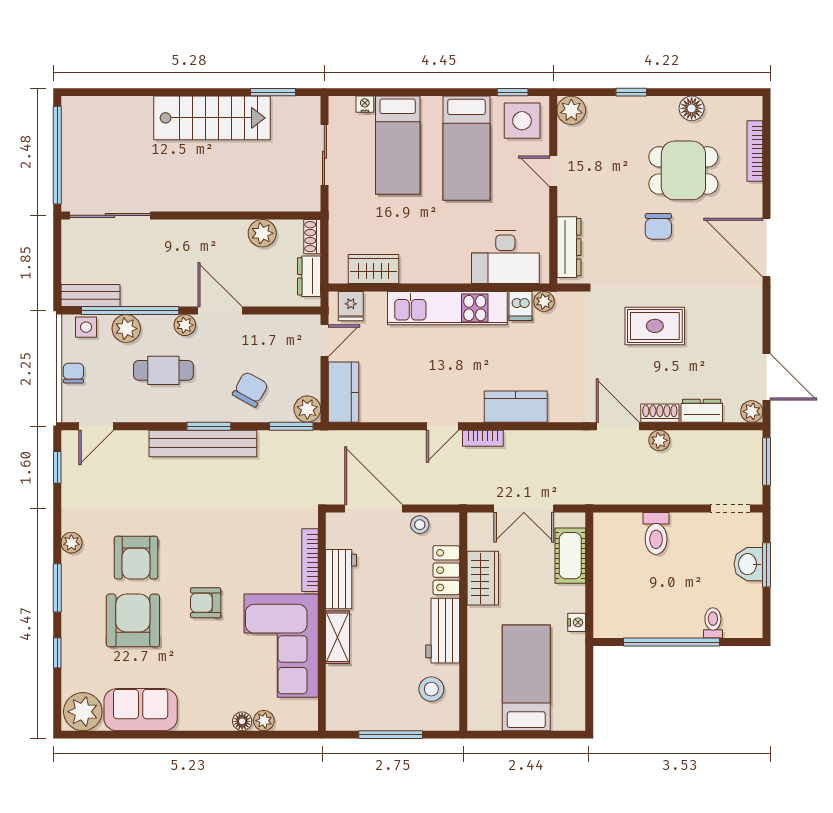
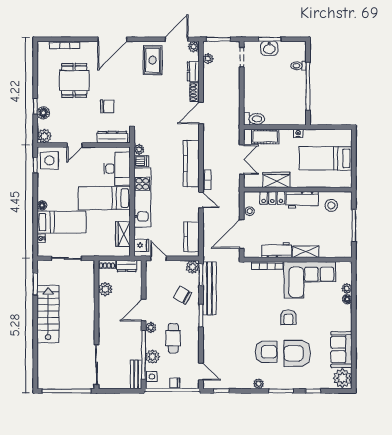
floor lamp: (431, 106) -> (42, 205), added
floor lamp: (692, 108) -> (43, 113), moved
bed: (466, 148) -> (104, 198), moved, turned 180
chair: (658, 226) -> (107, 106), moved
rug: (655, 326) -> (153, 60), moved
kitchen counter: (343, 392) -> (192, 237), moved, turned -90
kitchen counter: (516, 407) -> (191, 164), width x1.50
plant: (659, 440) -> (208, 59), moved
bench: (203, 443) -> (209, 288), moved
toilet: (656, 533) -> (254, 119), moved

